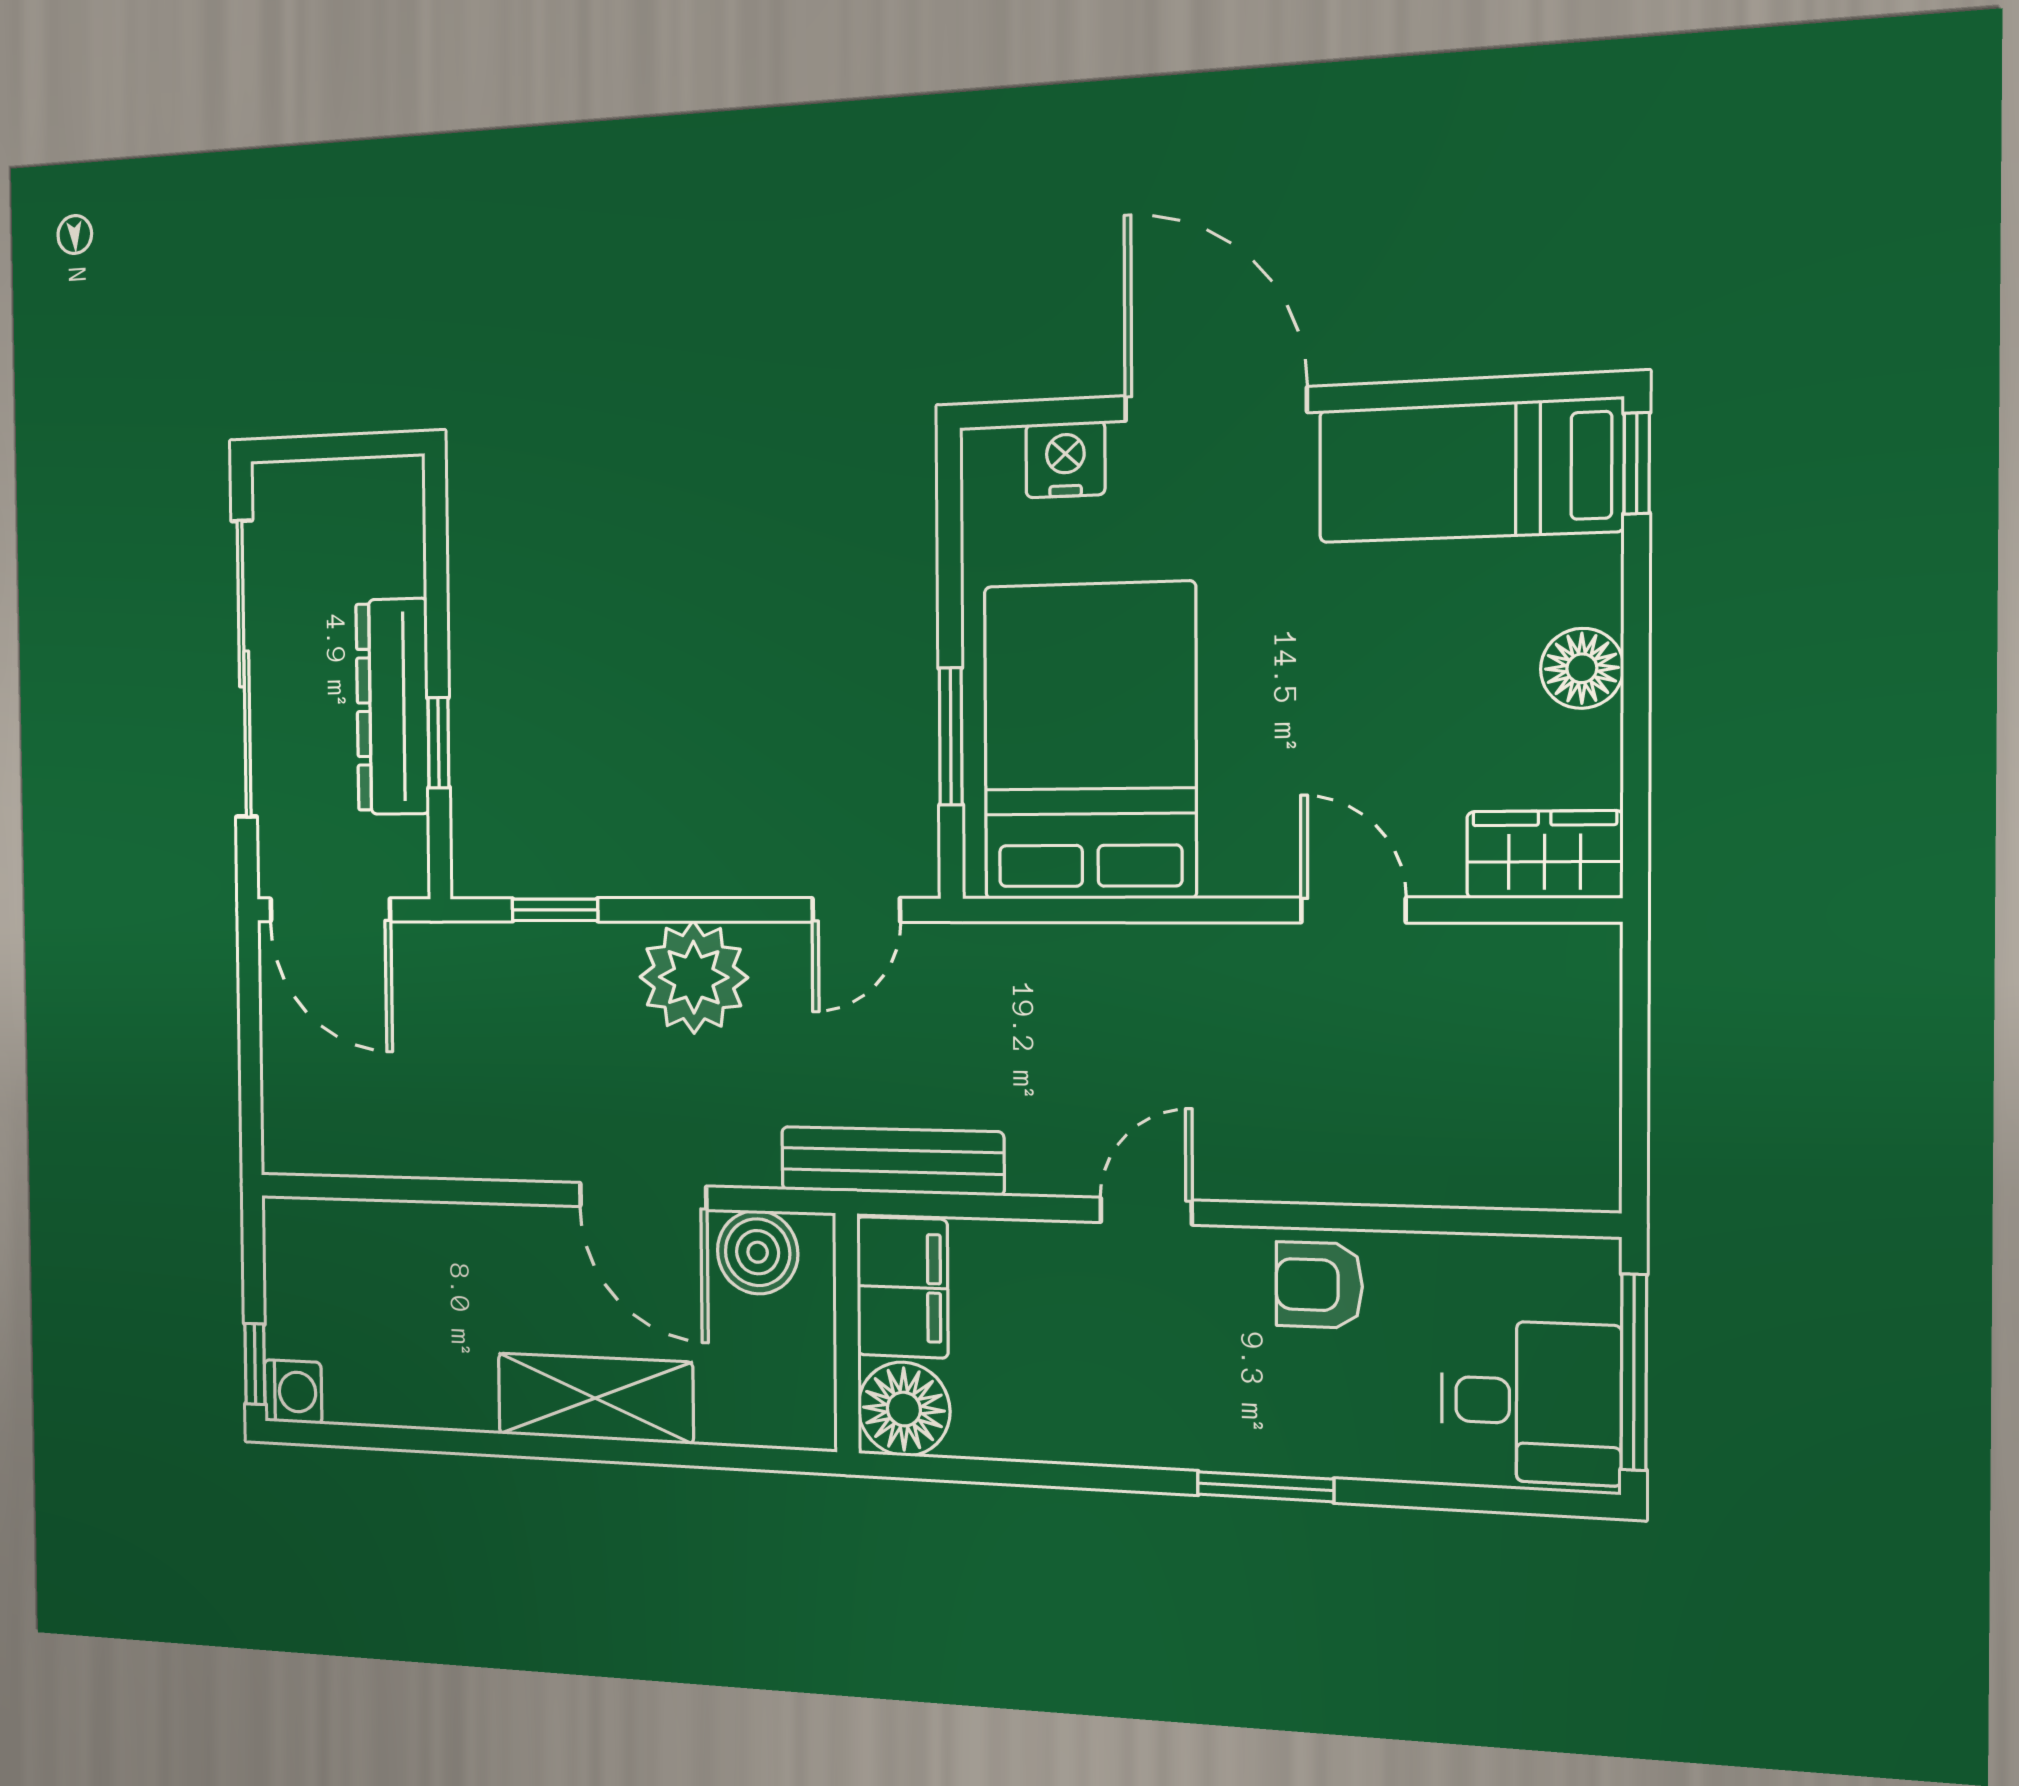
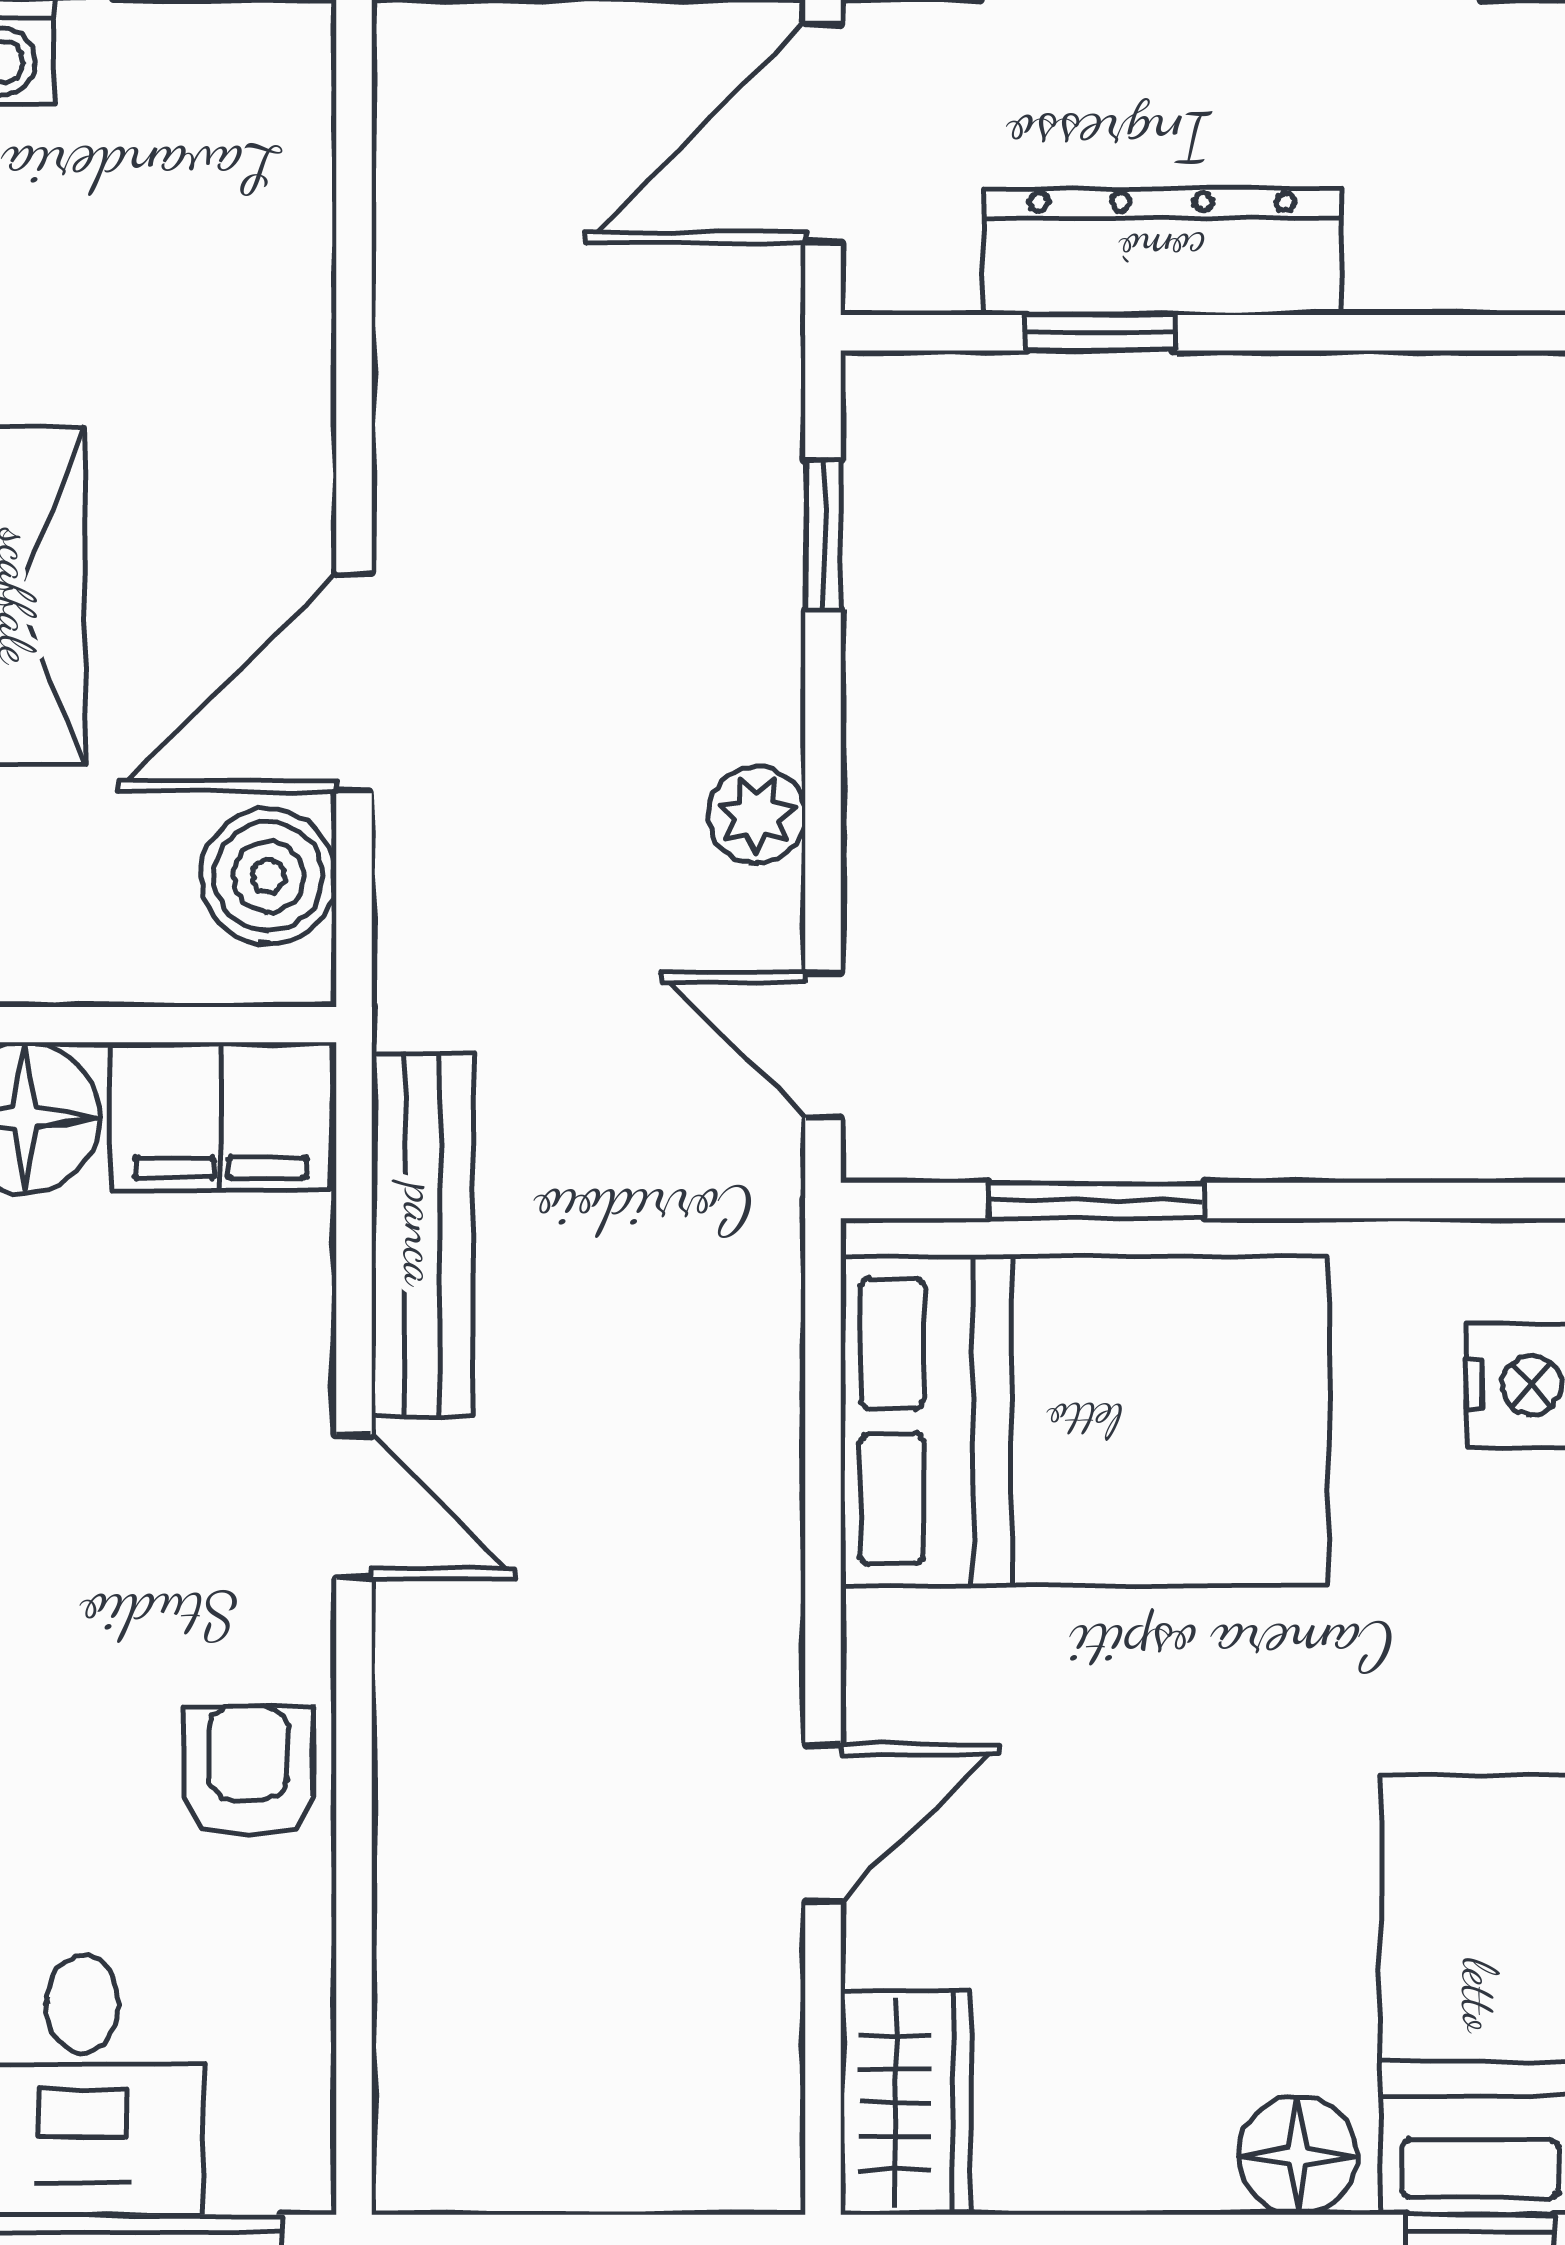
floor lamp: (1582, 668) -> (1298, 2156), moved
plant: (694, 977) -> (757, 815), width x0.53, depth x0.53
bench: (892, 1161) -> (422, 1235), moved

